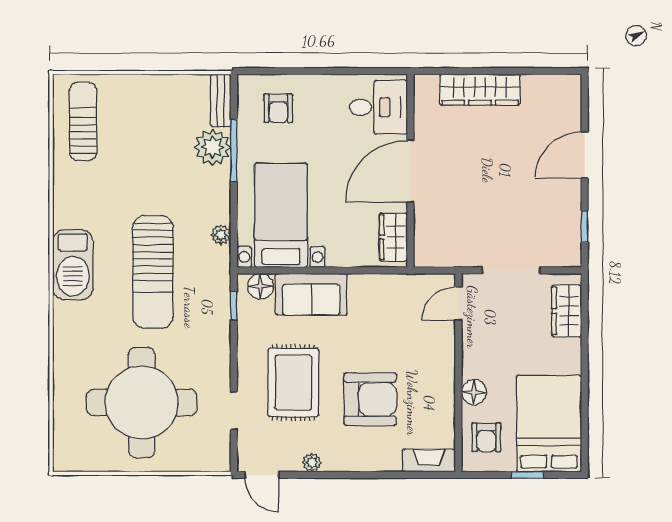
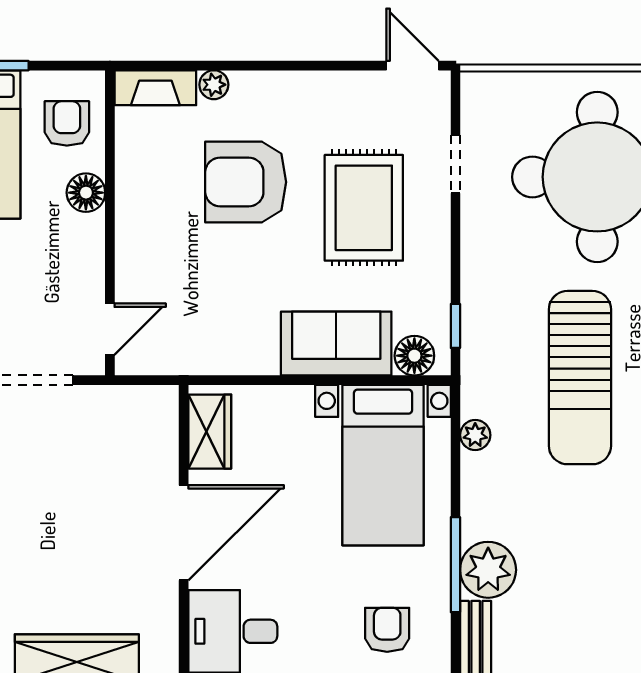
sun lounger: (153, 272) -> (580, 378), turned 180
plant: (312, 462) -> (214, 85), moved

